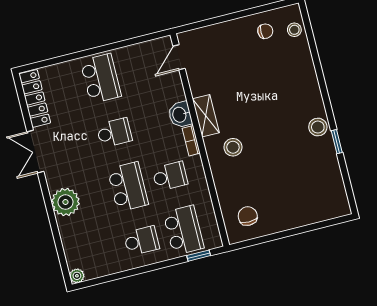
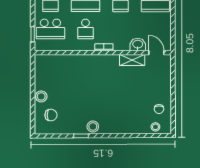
washbasin: (180, 115) -> (138, 44), moved
shelving: (206, 116) -> (132, 60), moved
stool: (233, 147) -> (41, 96), moved
chair: (248, 216) -> (51, 115), moved

